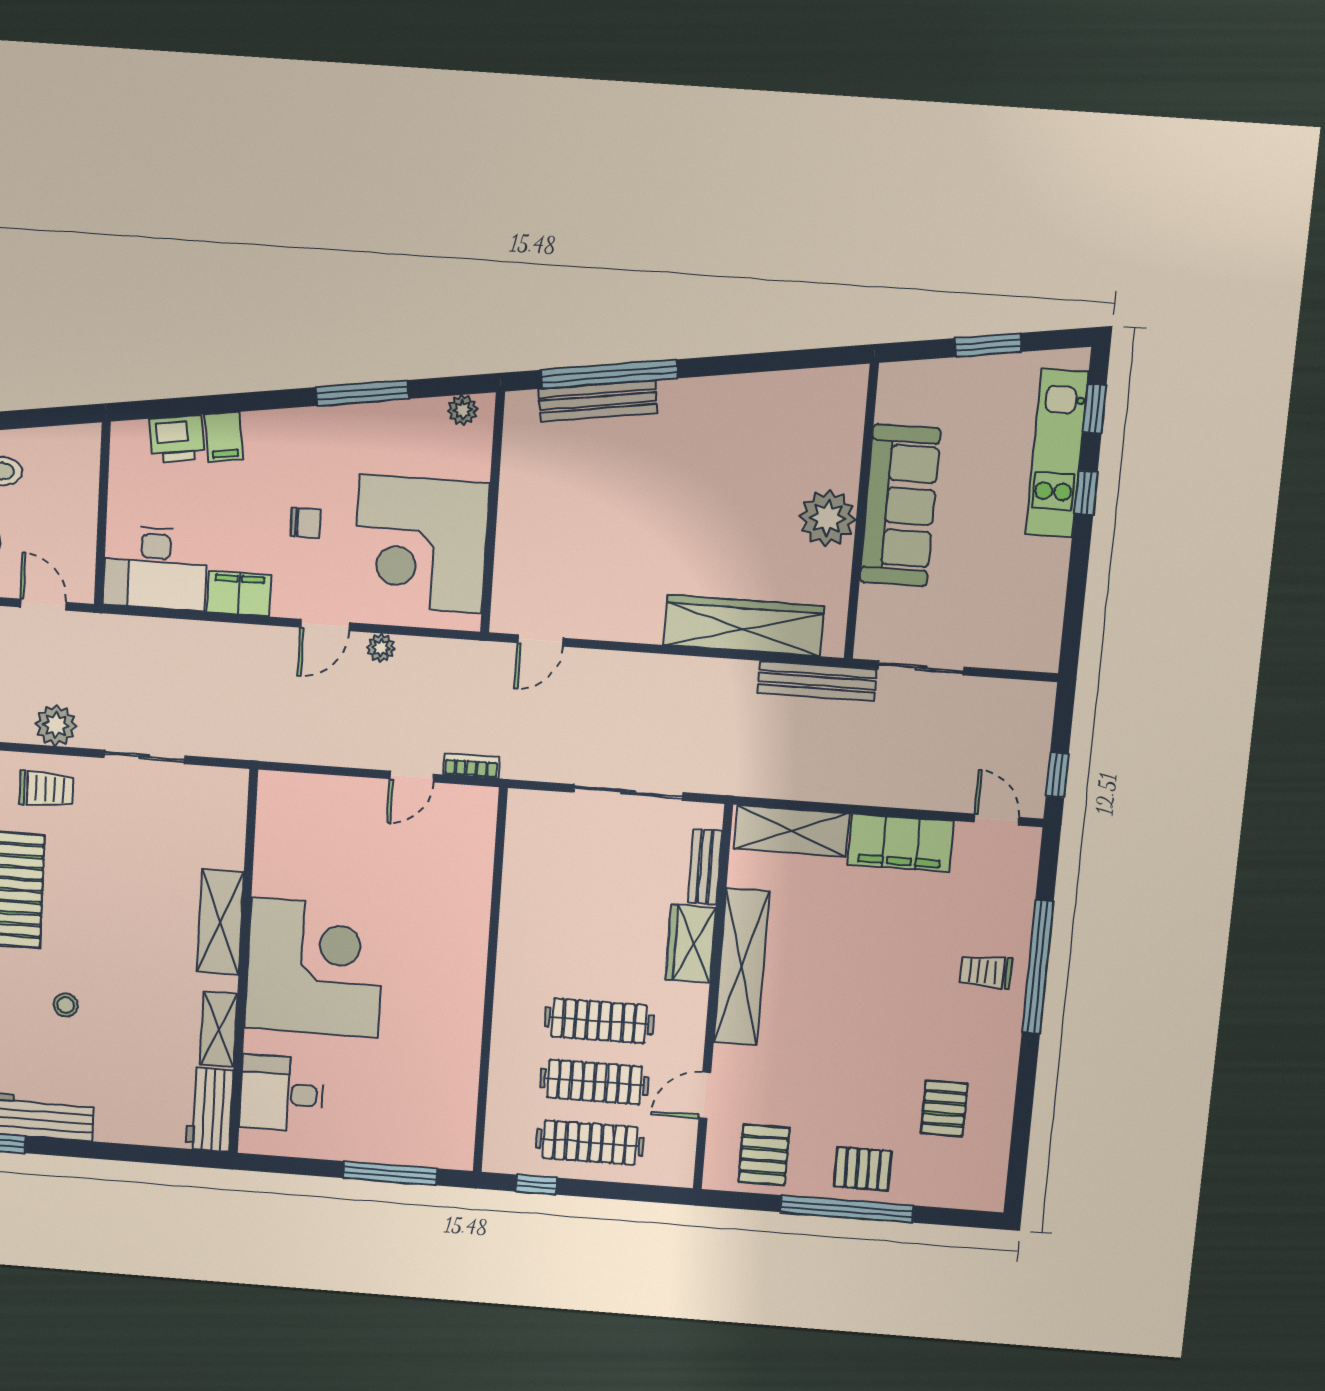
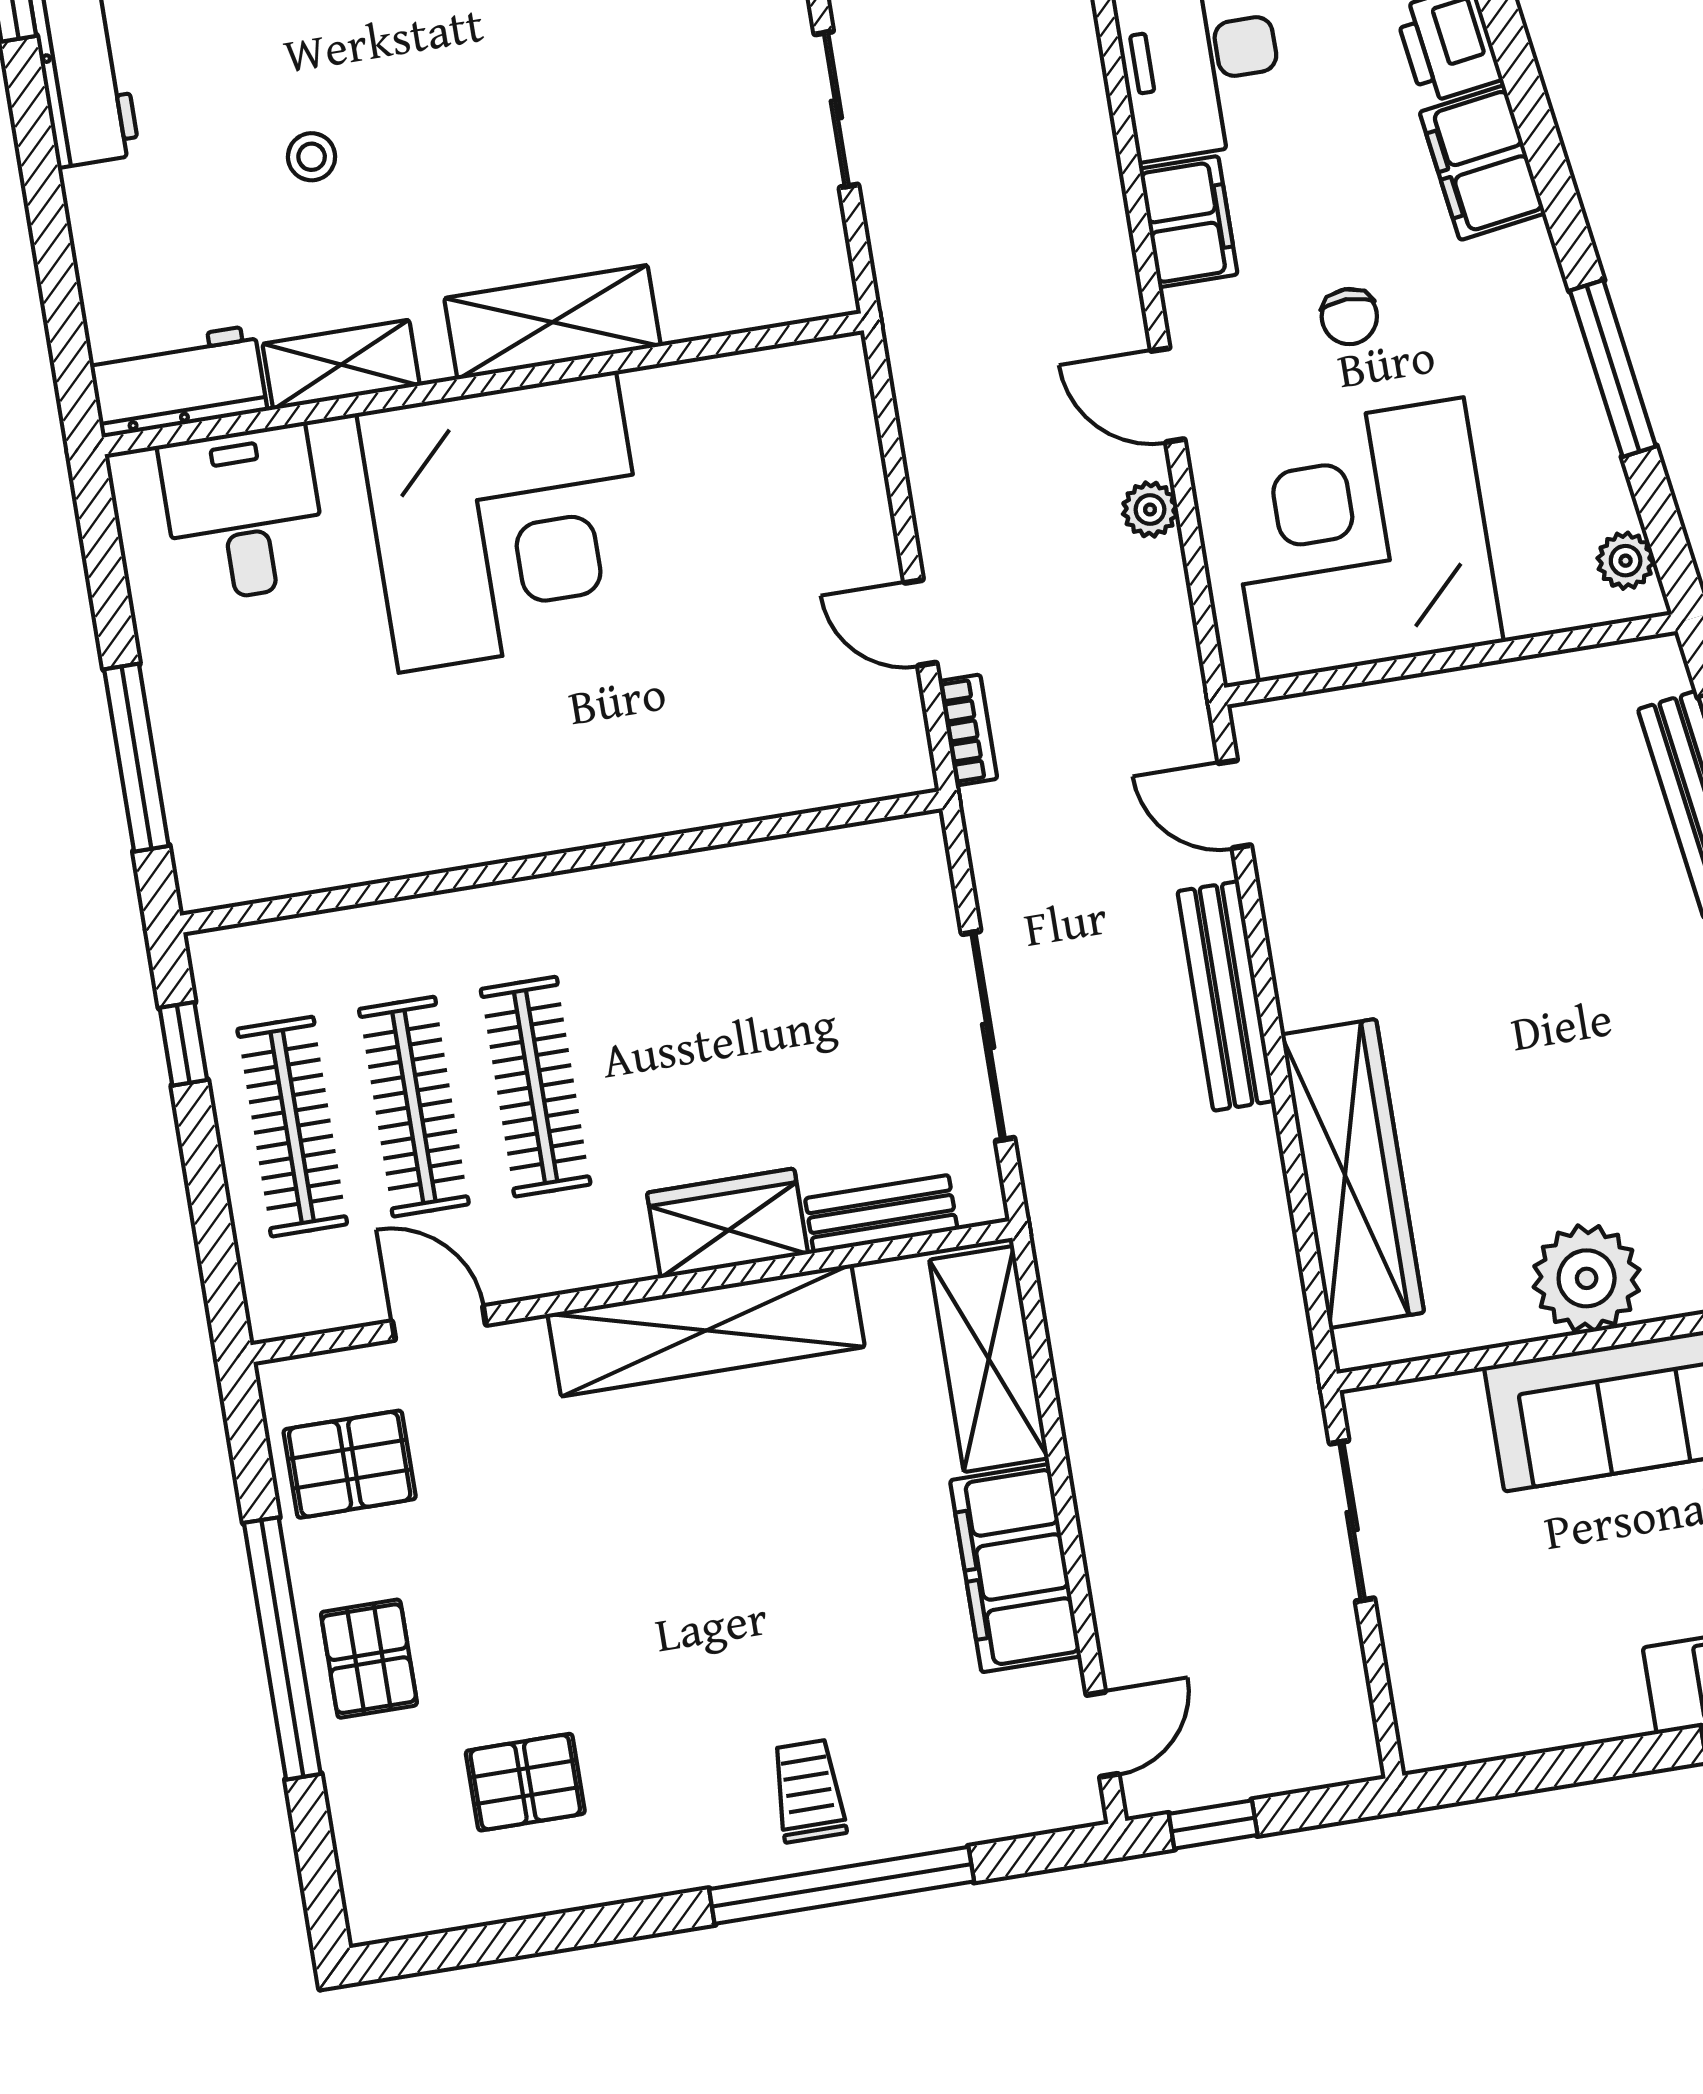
filing cabinet: (224, 437) -> (1482, 163), width x2.00
bench: (817, 681) -> (1226, 996), moved
stool: (66, 1005) -> (312, 157), moved

